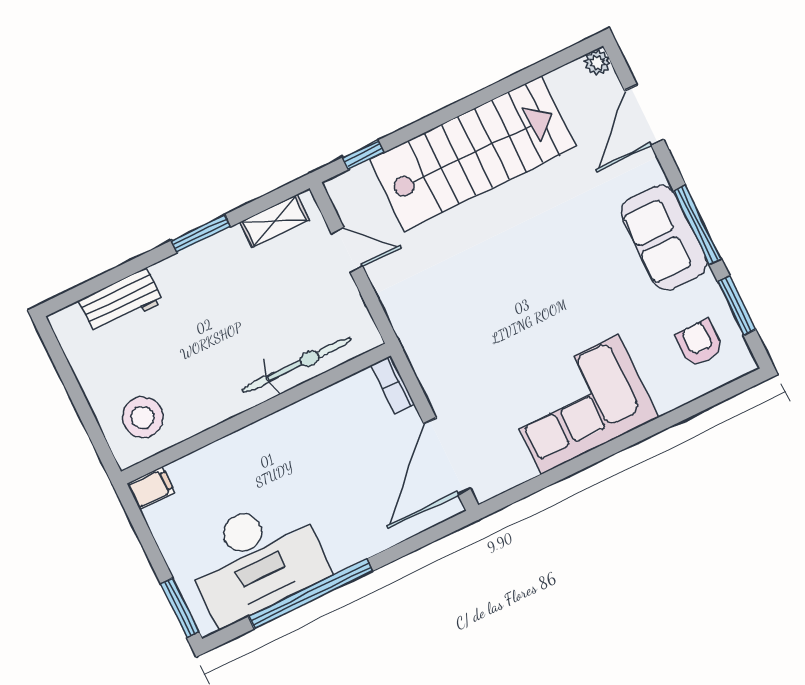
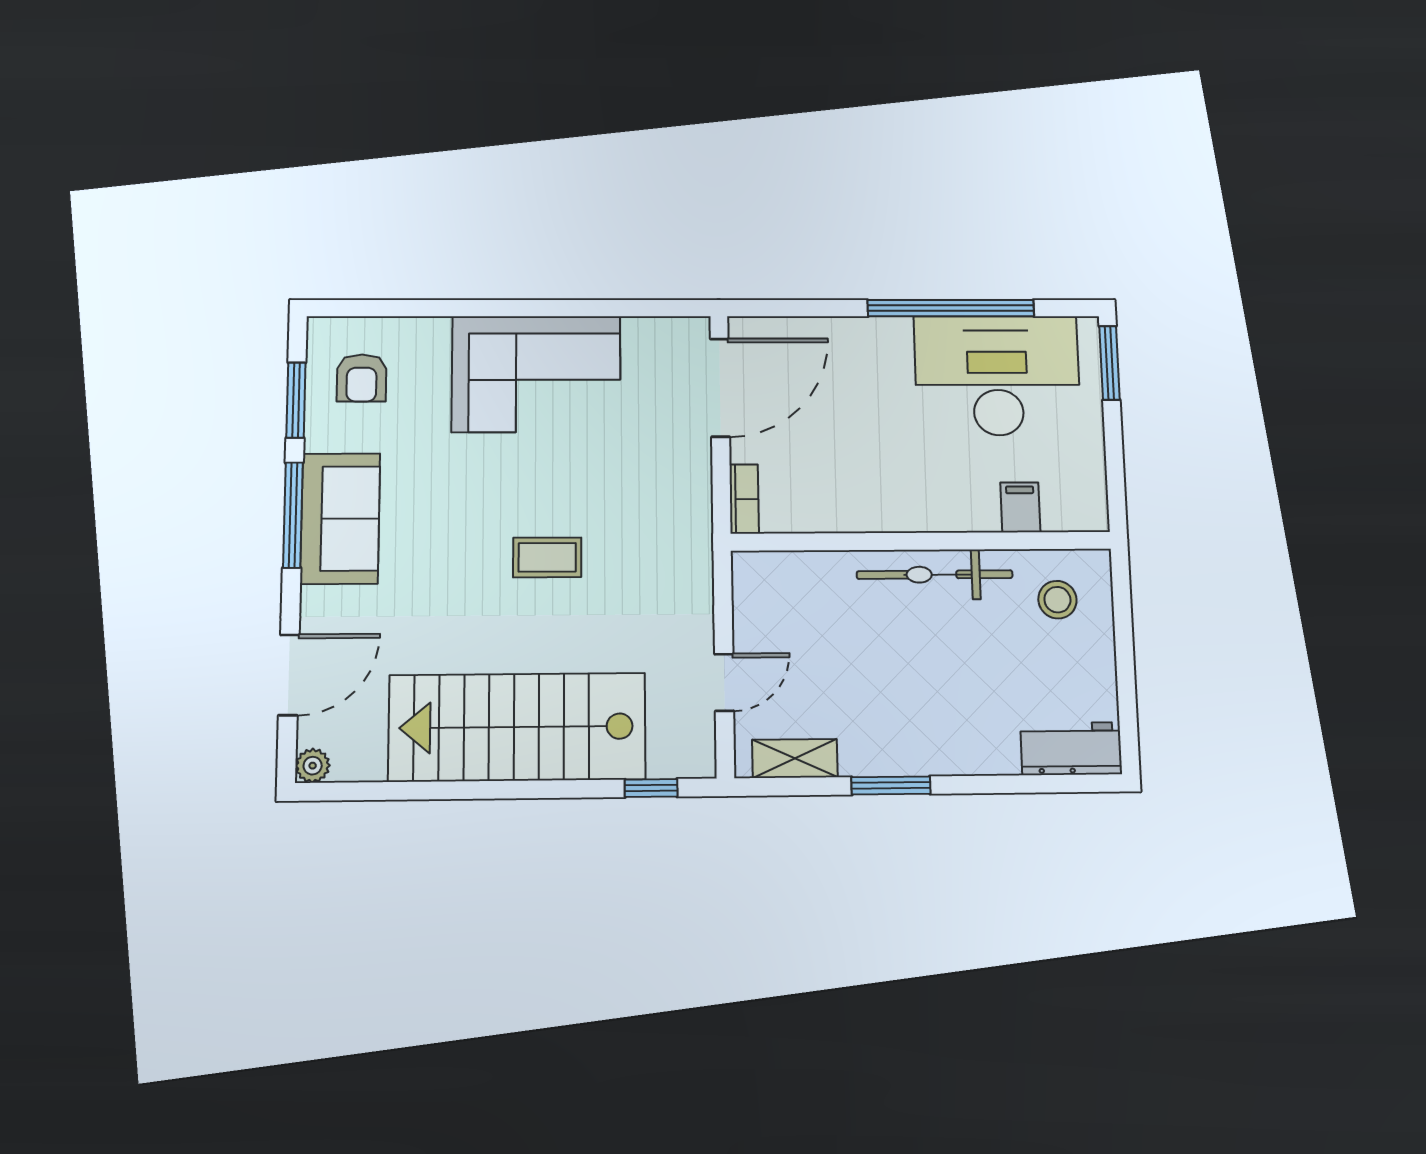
door: (347, 250) -> (724, 682), swing flipped
coffee table: (509, 278) -> (547, 557), added
workbench: (121, 302) -> (1071, 749), moved
bicycle: (297, 365) -> (935, 575), moved
stool: (143, 417) -> (1057, 600), width x0.73, depth x0.73
filing cabinet: (151, 488) -> (1020, 507), moved, turned 90

